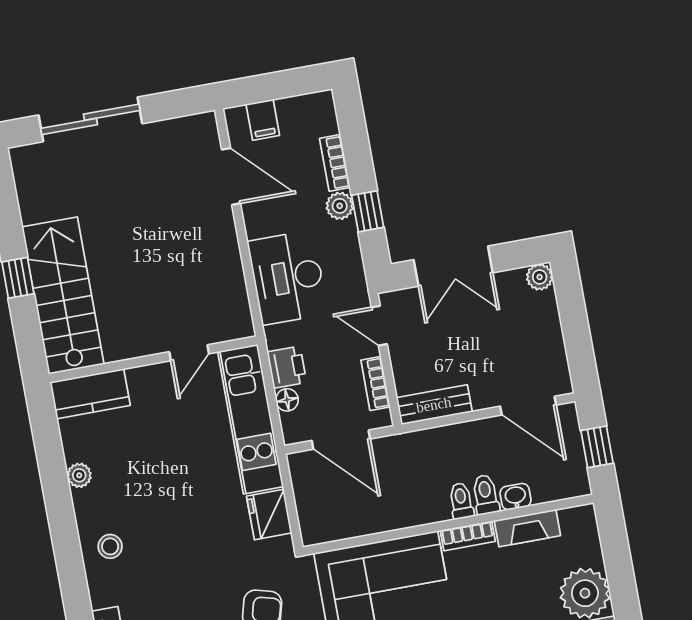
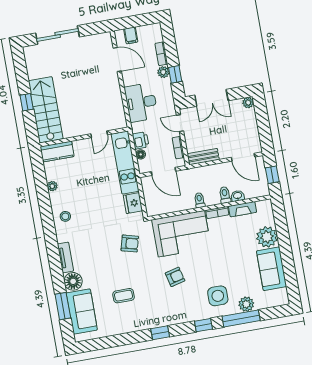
toilet: (461, 501) -> (200, 200), moved

